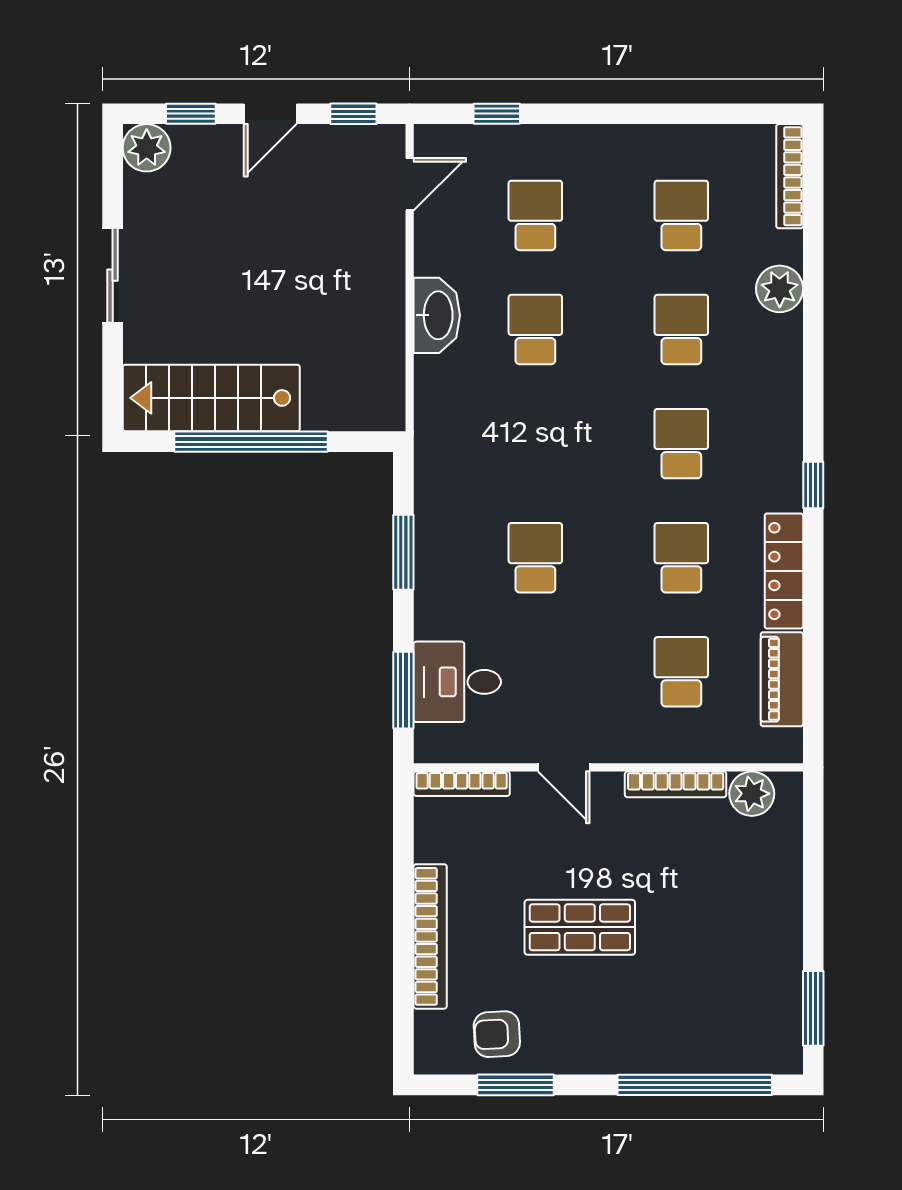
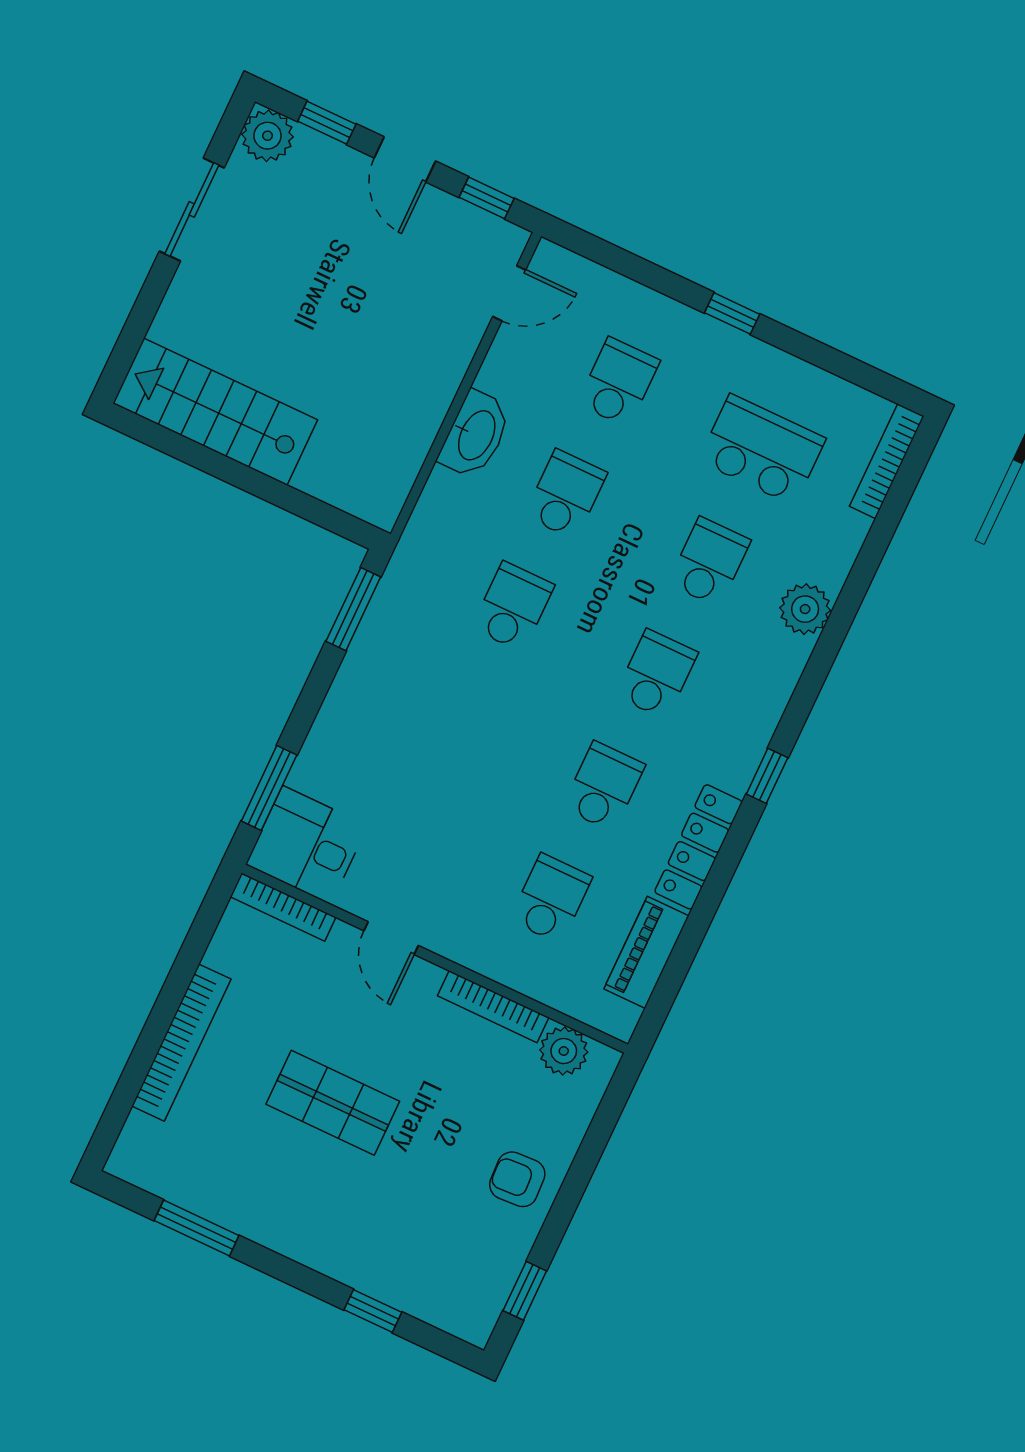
door: (270, 114) -> (405, 159), hinge flipped
window: (497, 114) -> (732, 313), moved
school desk: (681, 215) -> (762, 450), width x1.85
sliding door: (113, 275) -> (192, 209), moved
plant: (780, 289) -> (805, 609), moved
window: (251, 442) -> (234, 473), removed
window: (403, 552) -> (353, 609), moved
school desk: (535, 558) -> (513, 607), moved
desk: (457, 682) -> (307, 845), moved
window: (813, 1008) -> (525, 1291), width x0.67
armchair: (497, 1034) -> (517, 1179), moved
window: (695, 1085) -> (373, 1311), width x0.32

